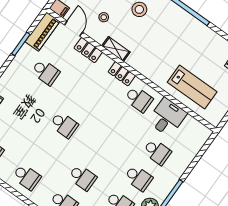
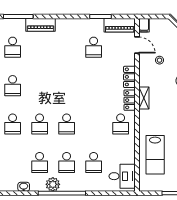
door: (74, 29) -> (137, 45), hinge flipped
shelving: (116, 49) -> (144, 98), moved
locker: (88, 50) -> (129, 77), moved
desk: (167, 117) -> (122, 176), moved
school desk: (64, 125) -> (67, 124), moved

